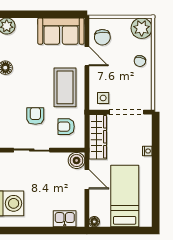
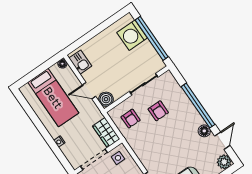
coffee table: (65, 87) -> (151, 147), removed
armchair: (66, 127) -> (131, 119), turned 90
wardrobe: (98, 137) -> (106, 133), width x0.67
kitchen sink: (65, 219) -> (80, 62), moved, turned -90

